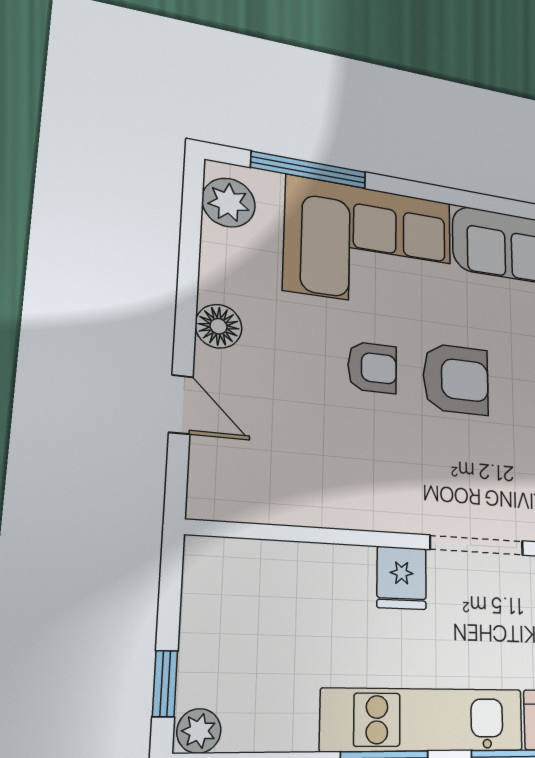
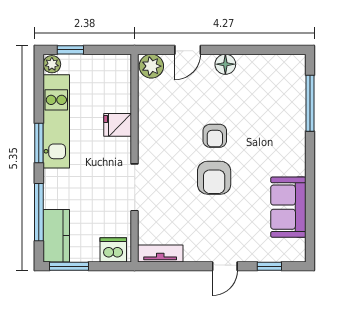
plant: (229, 203) -> (151, 66), moved
corner sofa: (369, 245) -> (276, 134), removed
fridge: (402, 578) -> (118, 125), moved
kitchen unit: (424, 720) -> (56, 121), moved

